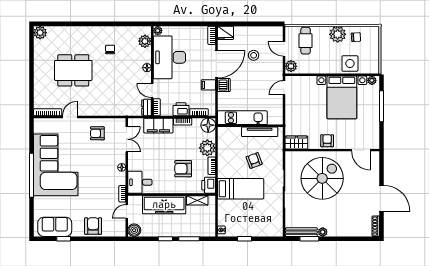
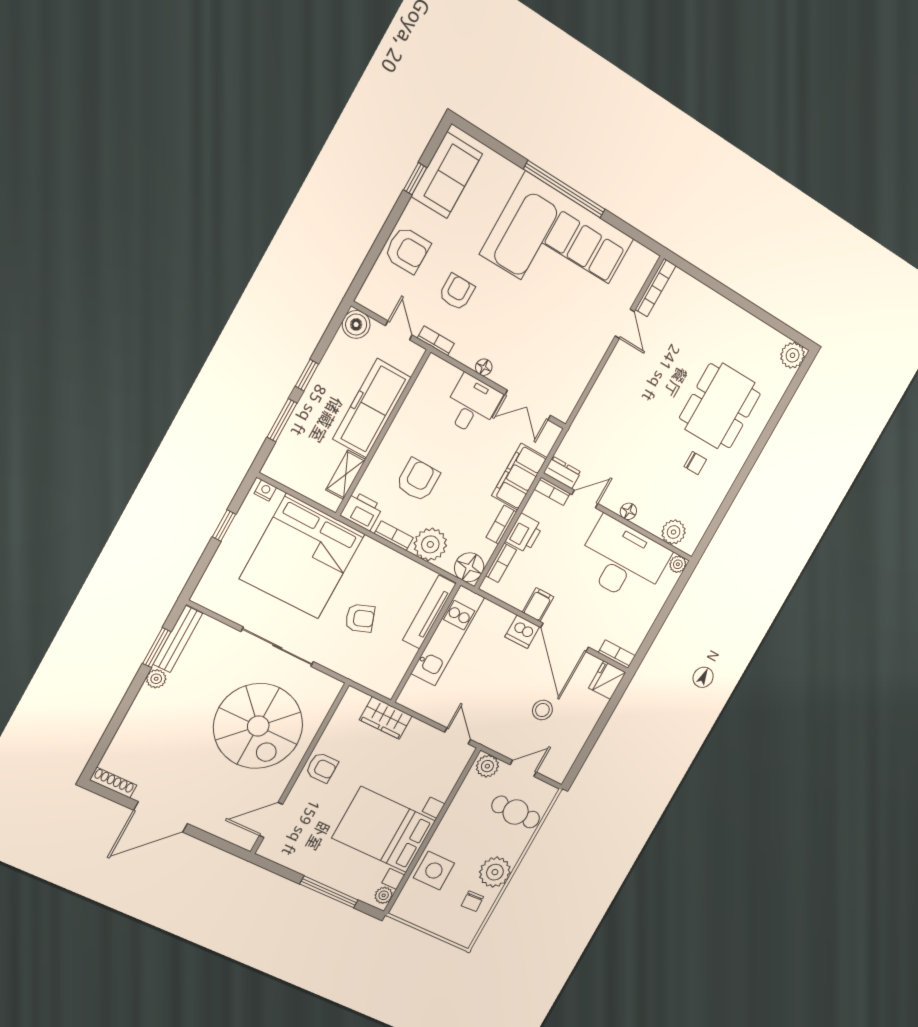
dining table: (73, 70) -> (720, 406), moved
tv unit: (260, 132) -> (429, 612), moved
armchair: (97, 133) -> (457, 292), moved
wardrobe: (296, 142) -> (386, 718), moved, turned 90
desk: (140, 182) -> (472, 405), moved
bed: (241, 189) -> (302, 556), width x2.04

